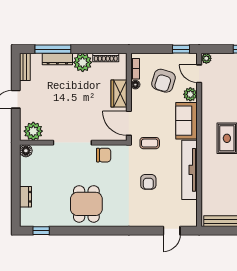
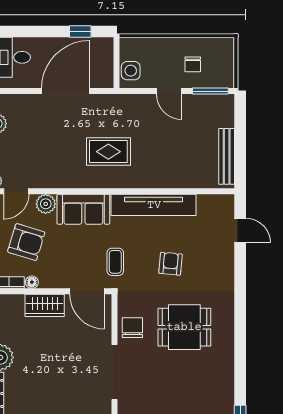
door: (129, 123) -> (87, 291), hinge flipped
armchair: (148, 182) -> (171, 264), turned -85
dining table: (86, 204) -> (184, 327), moved

